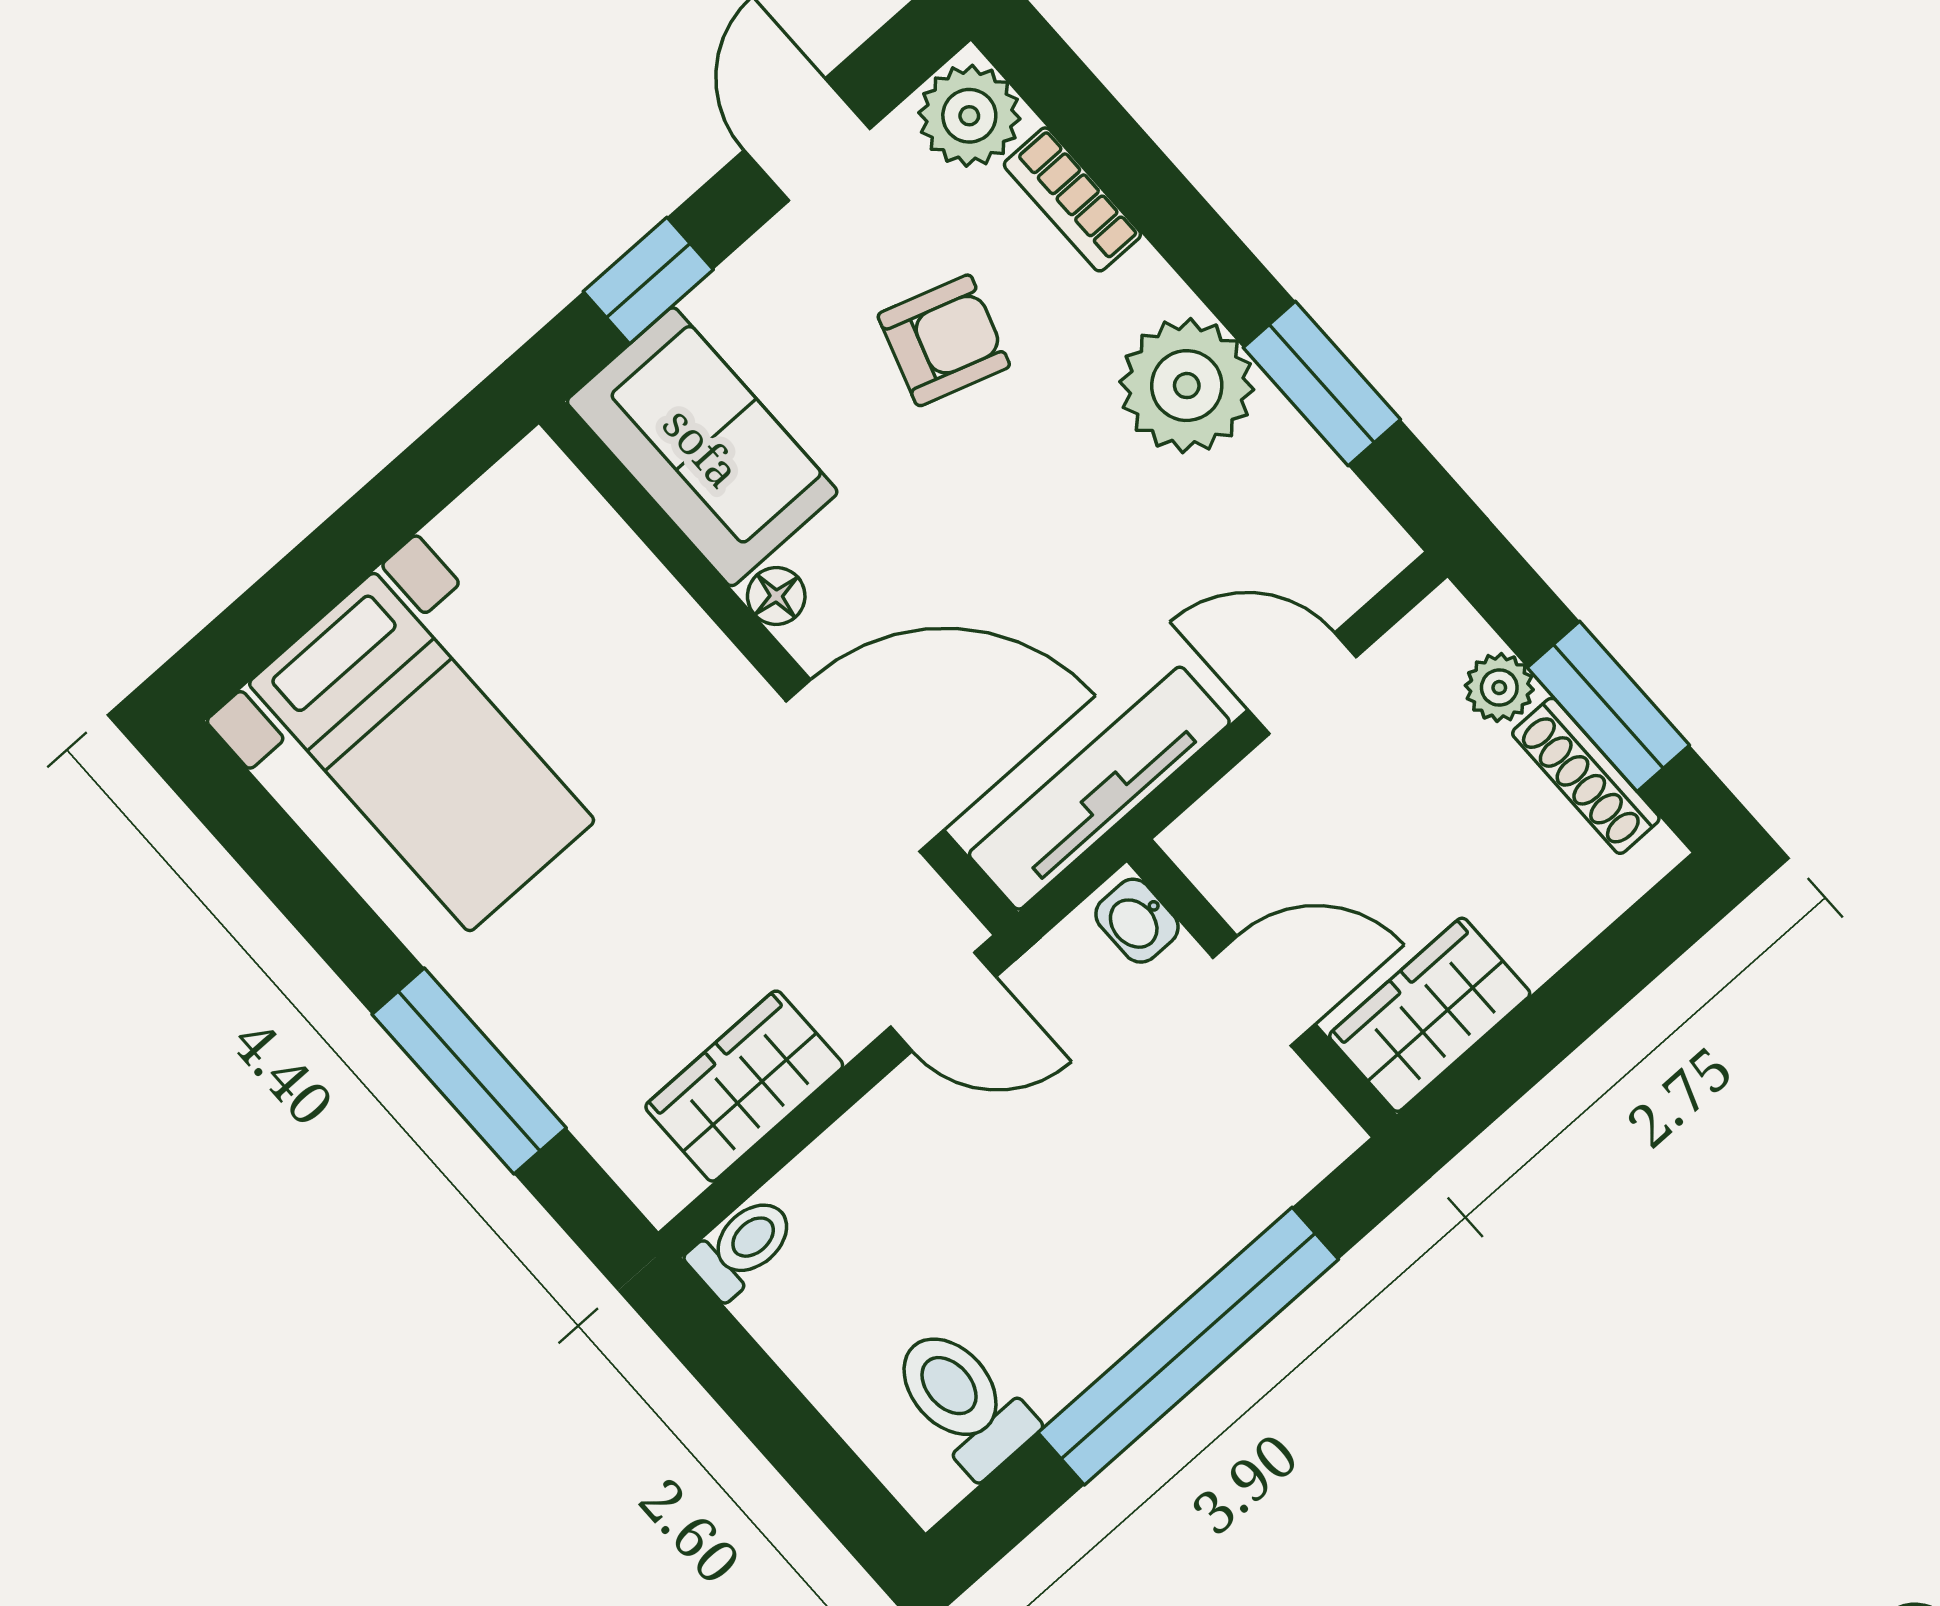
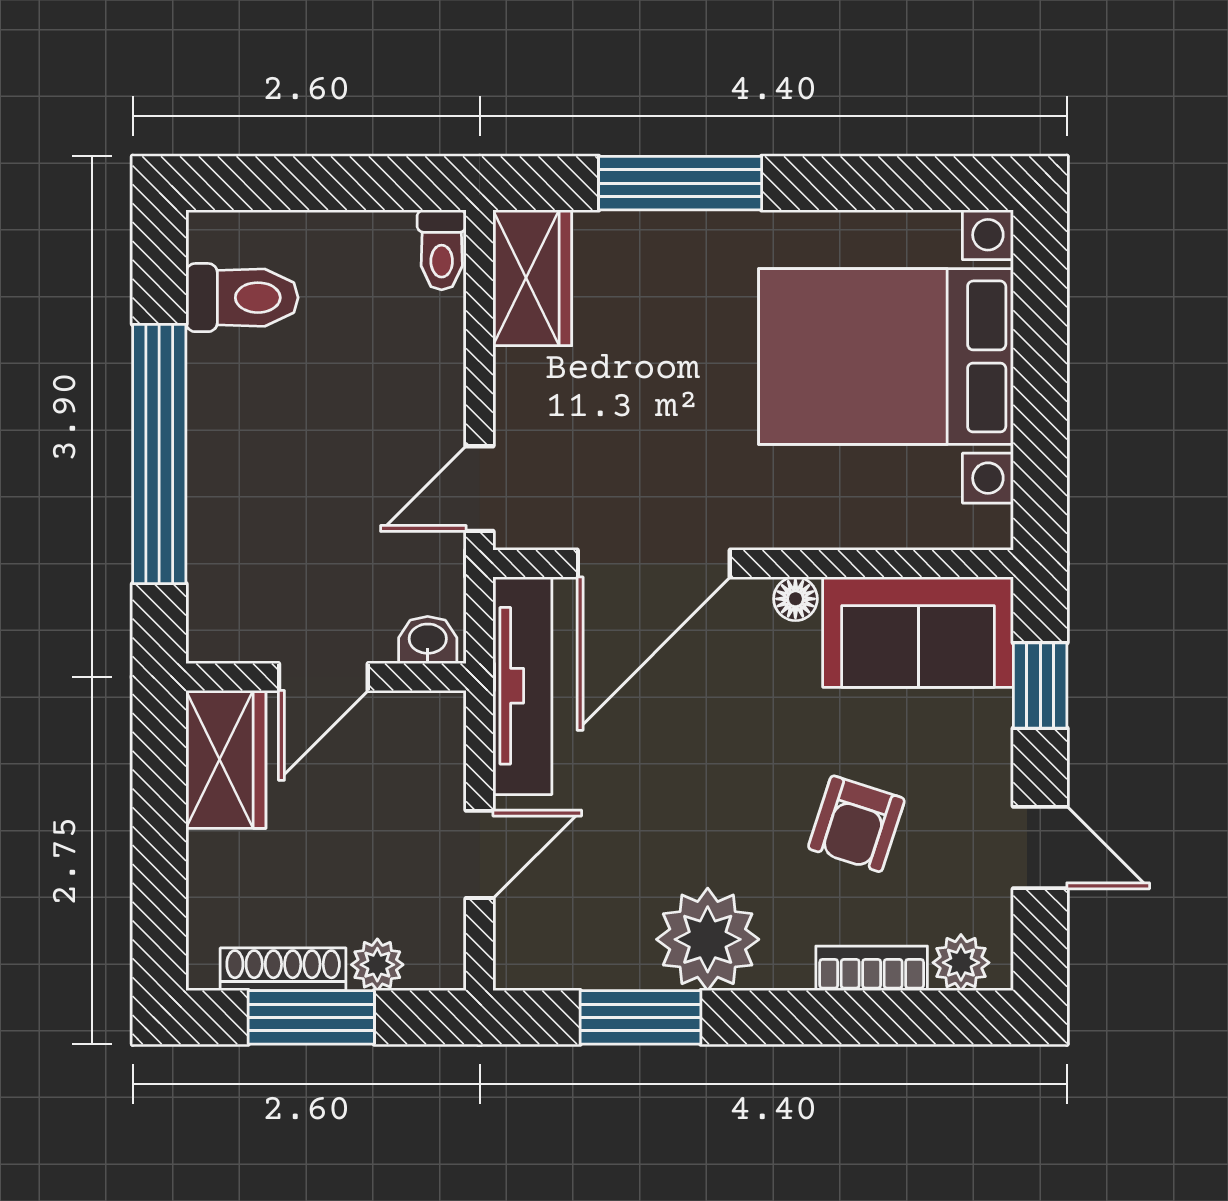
plant: (969, 116) -> (961, 963), width x0.73, depth x0.73
bed with nightstands: (422, 752) -> (886, 356), width x1.36
wardrobe: (744, 1086) -> (532, 278), moved

